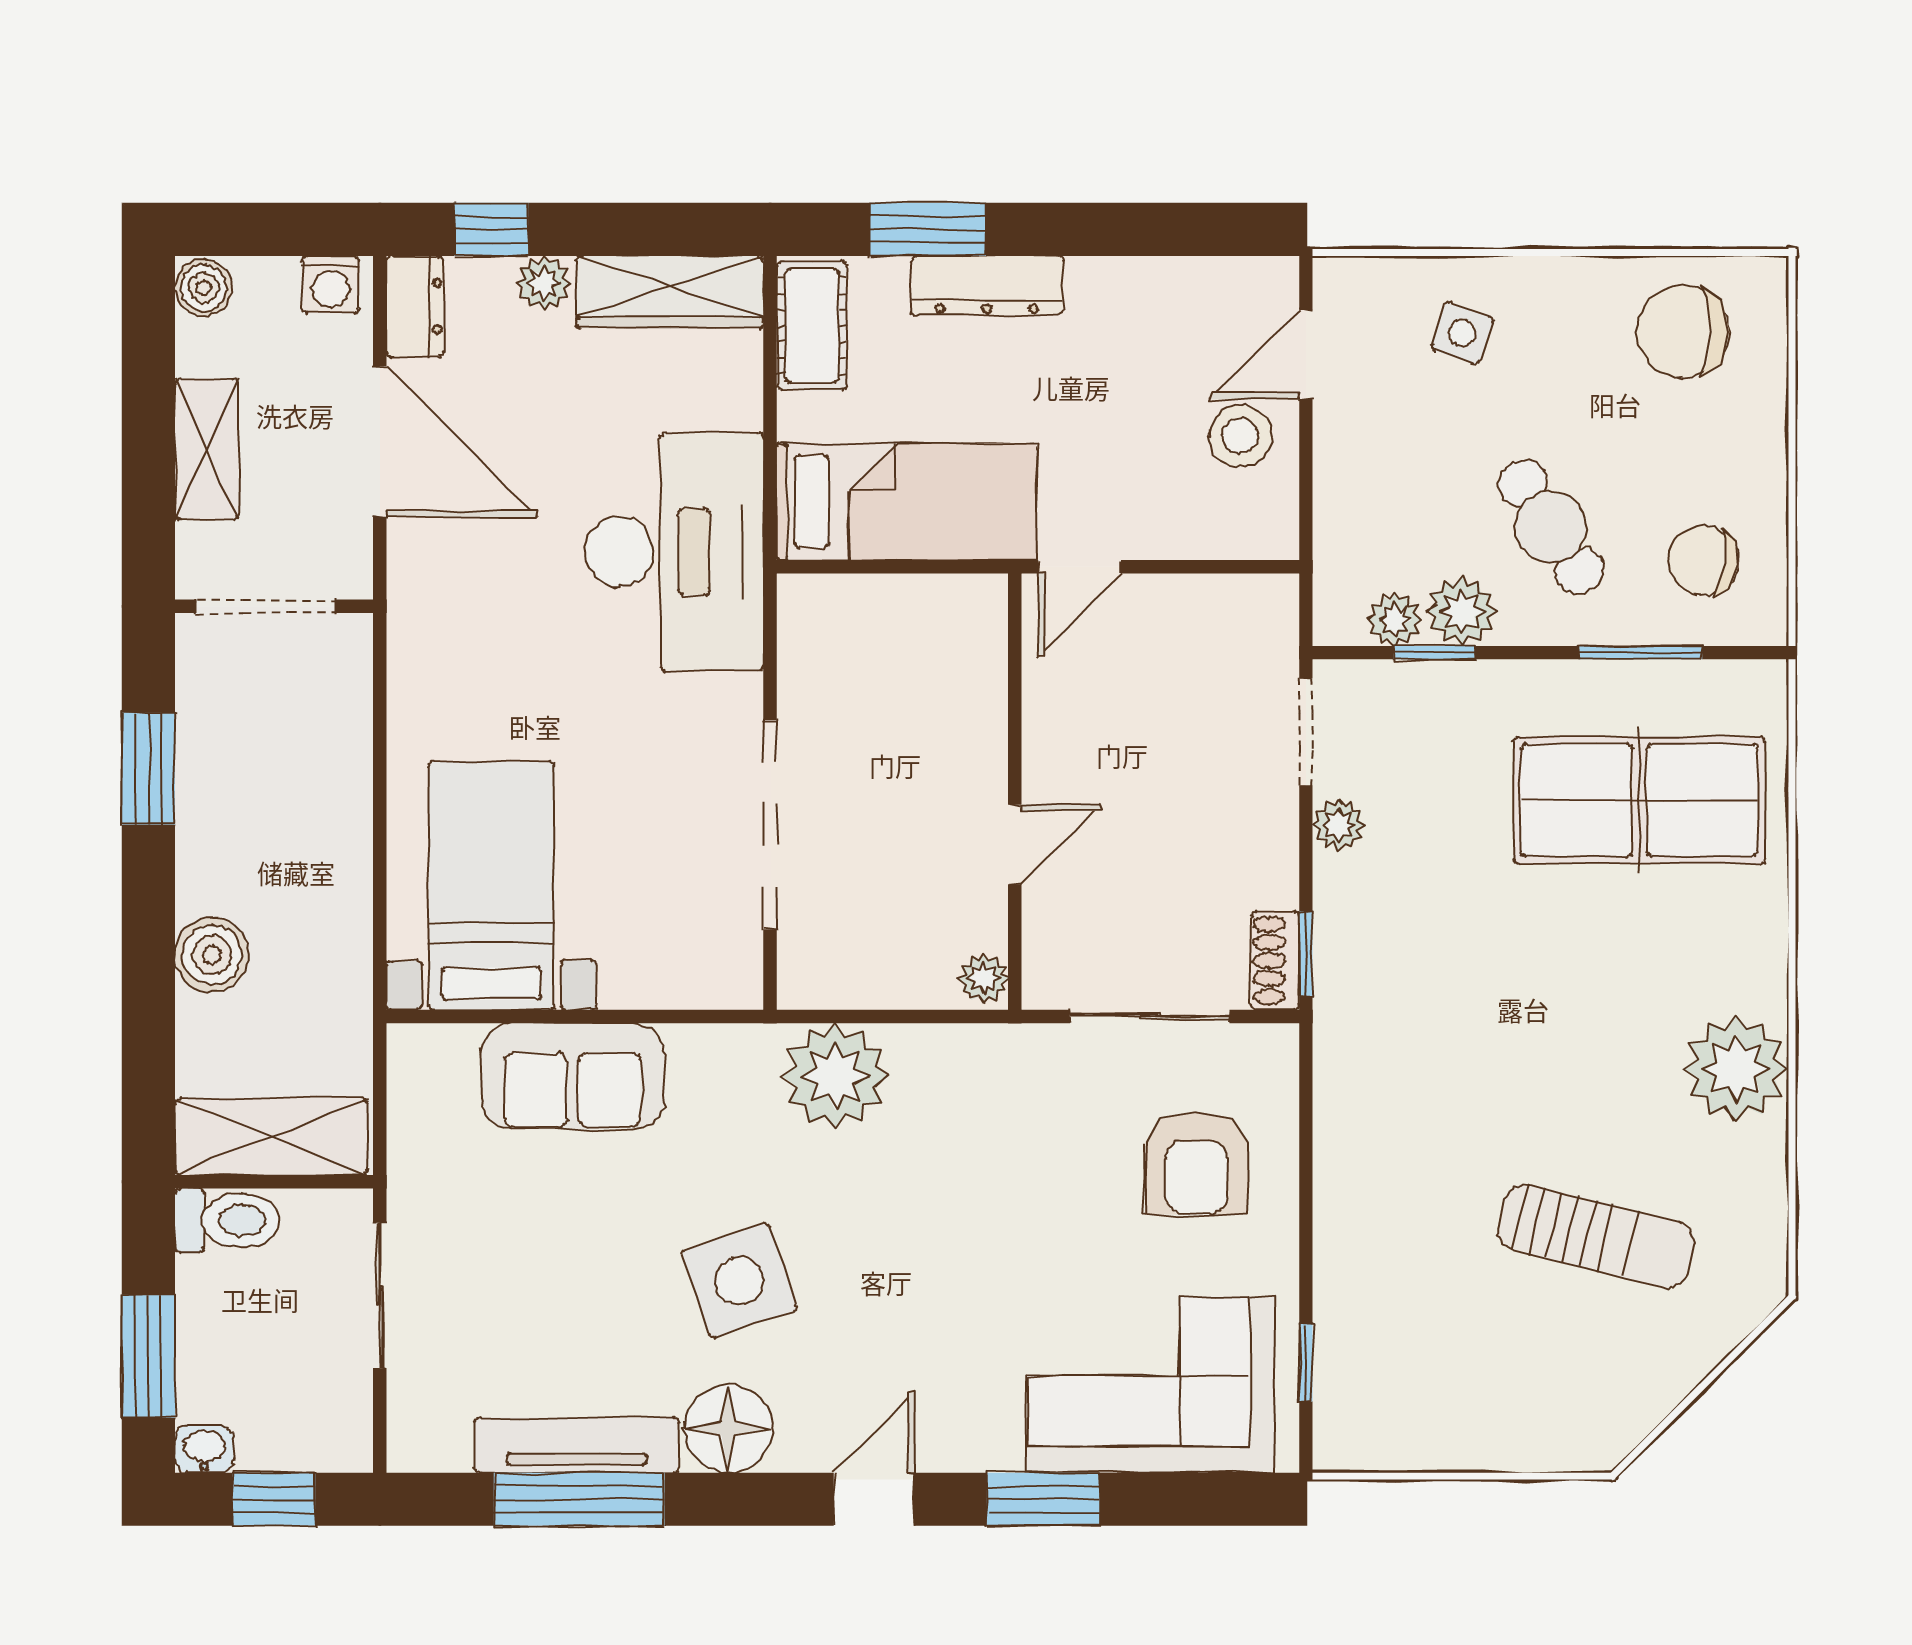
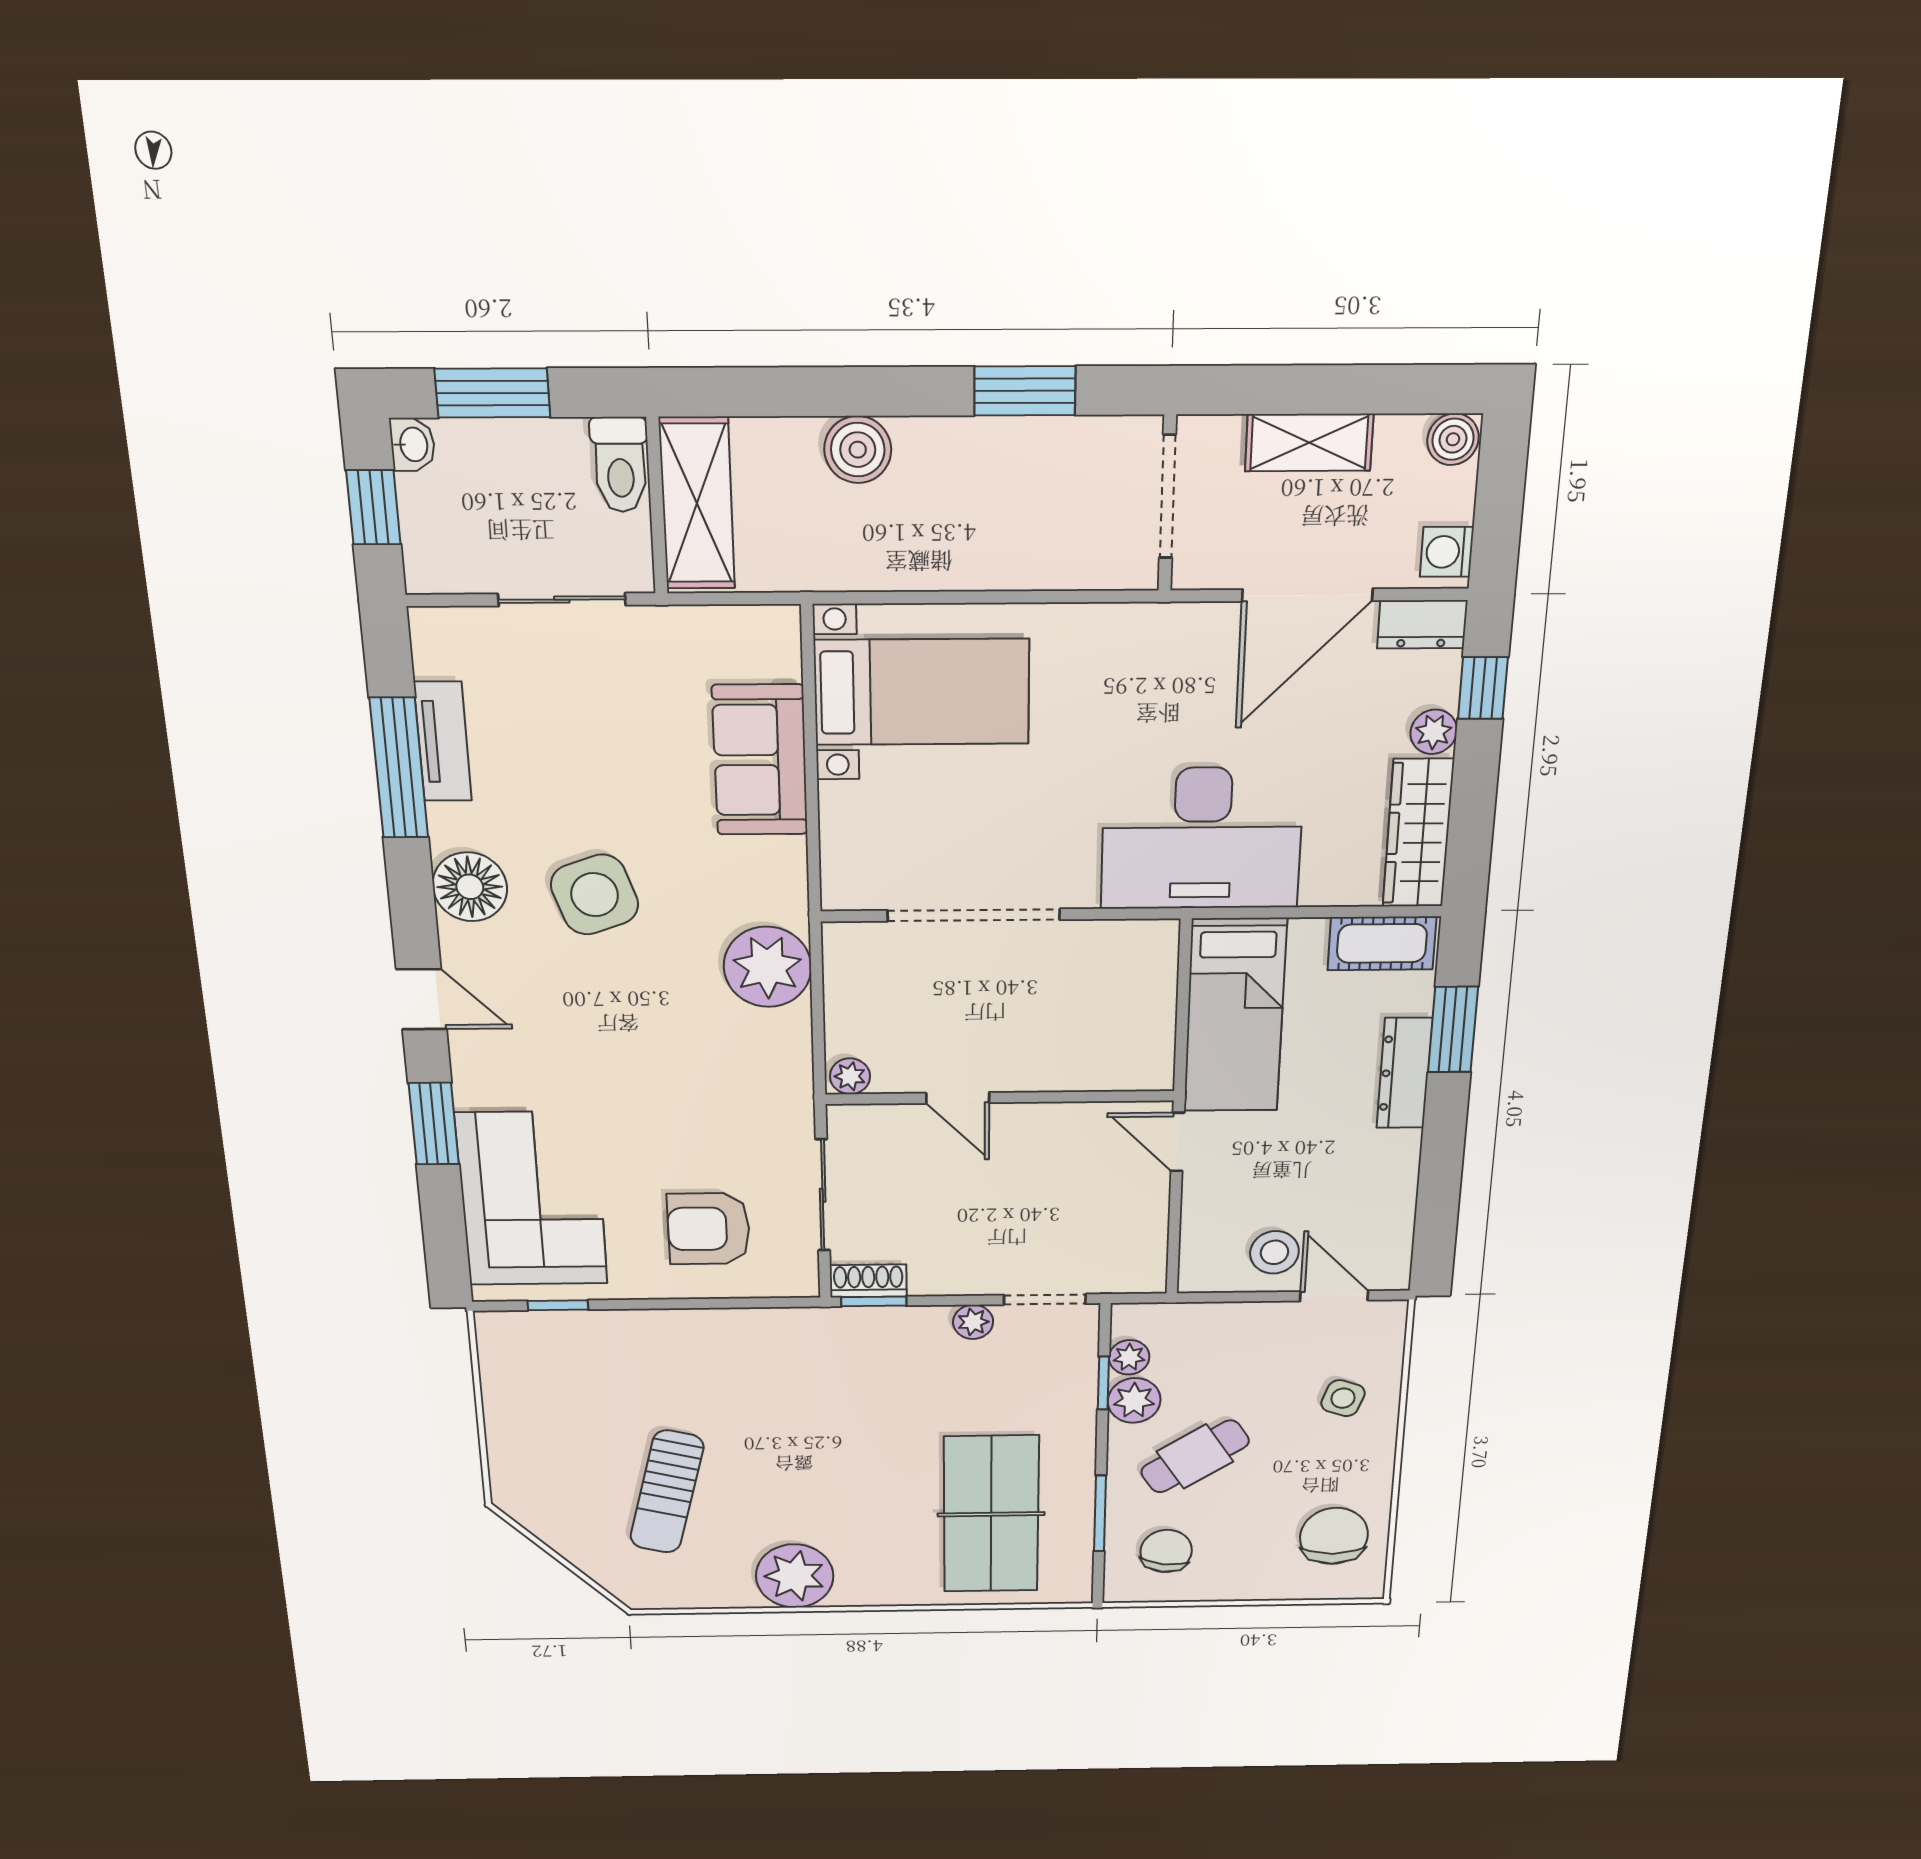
tv unit: (577, 1445) -> (443, 742), width x0.71

